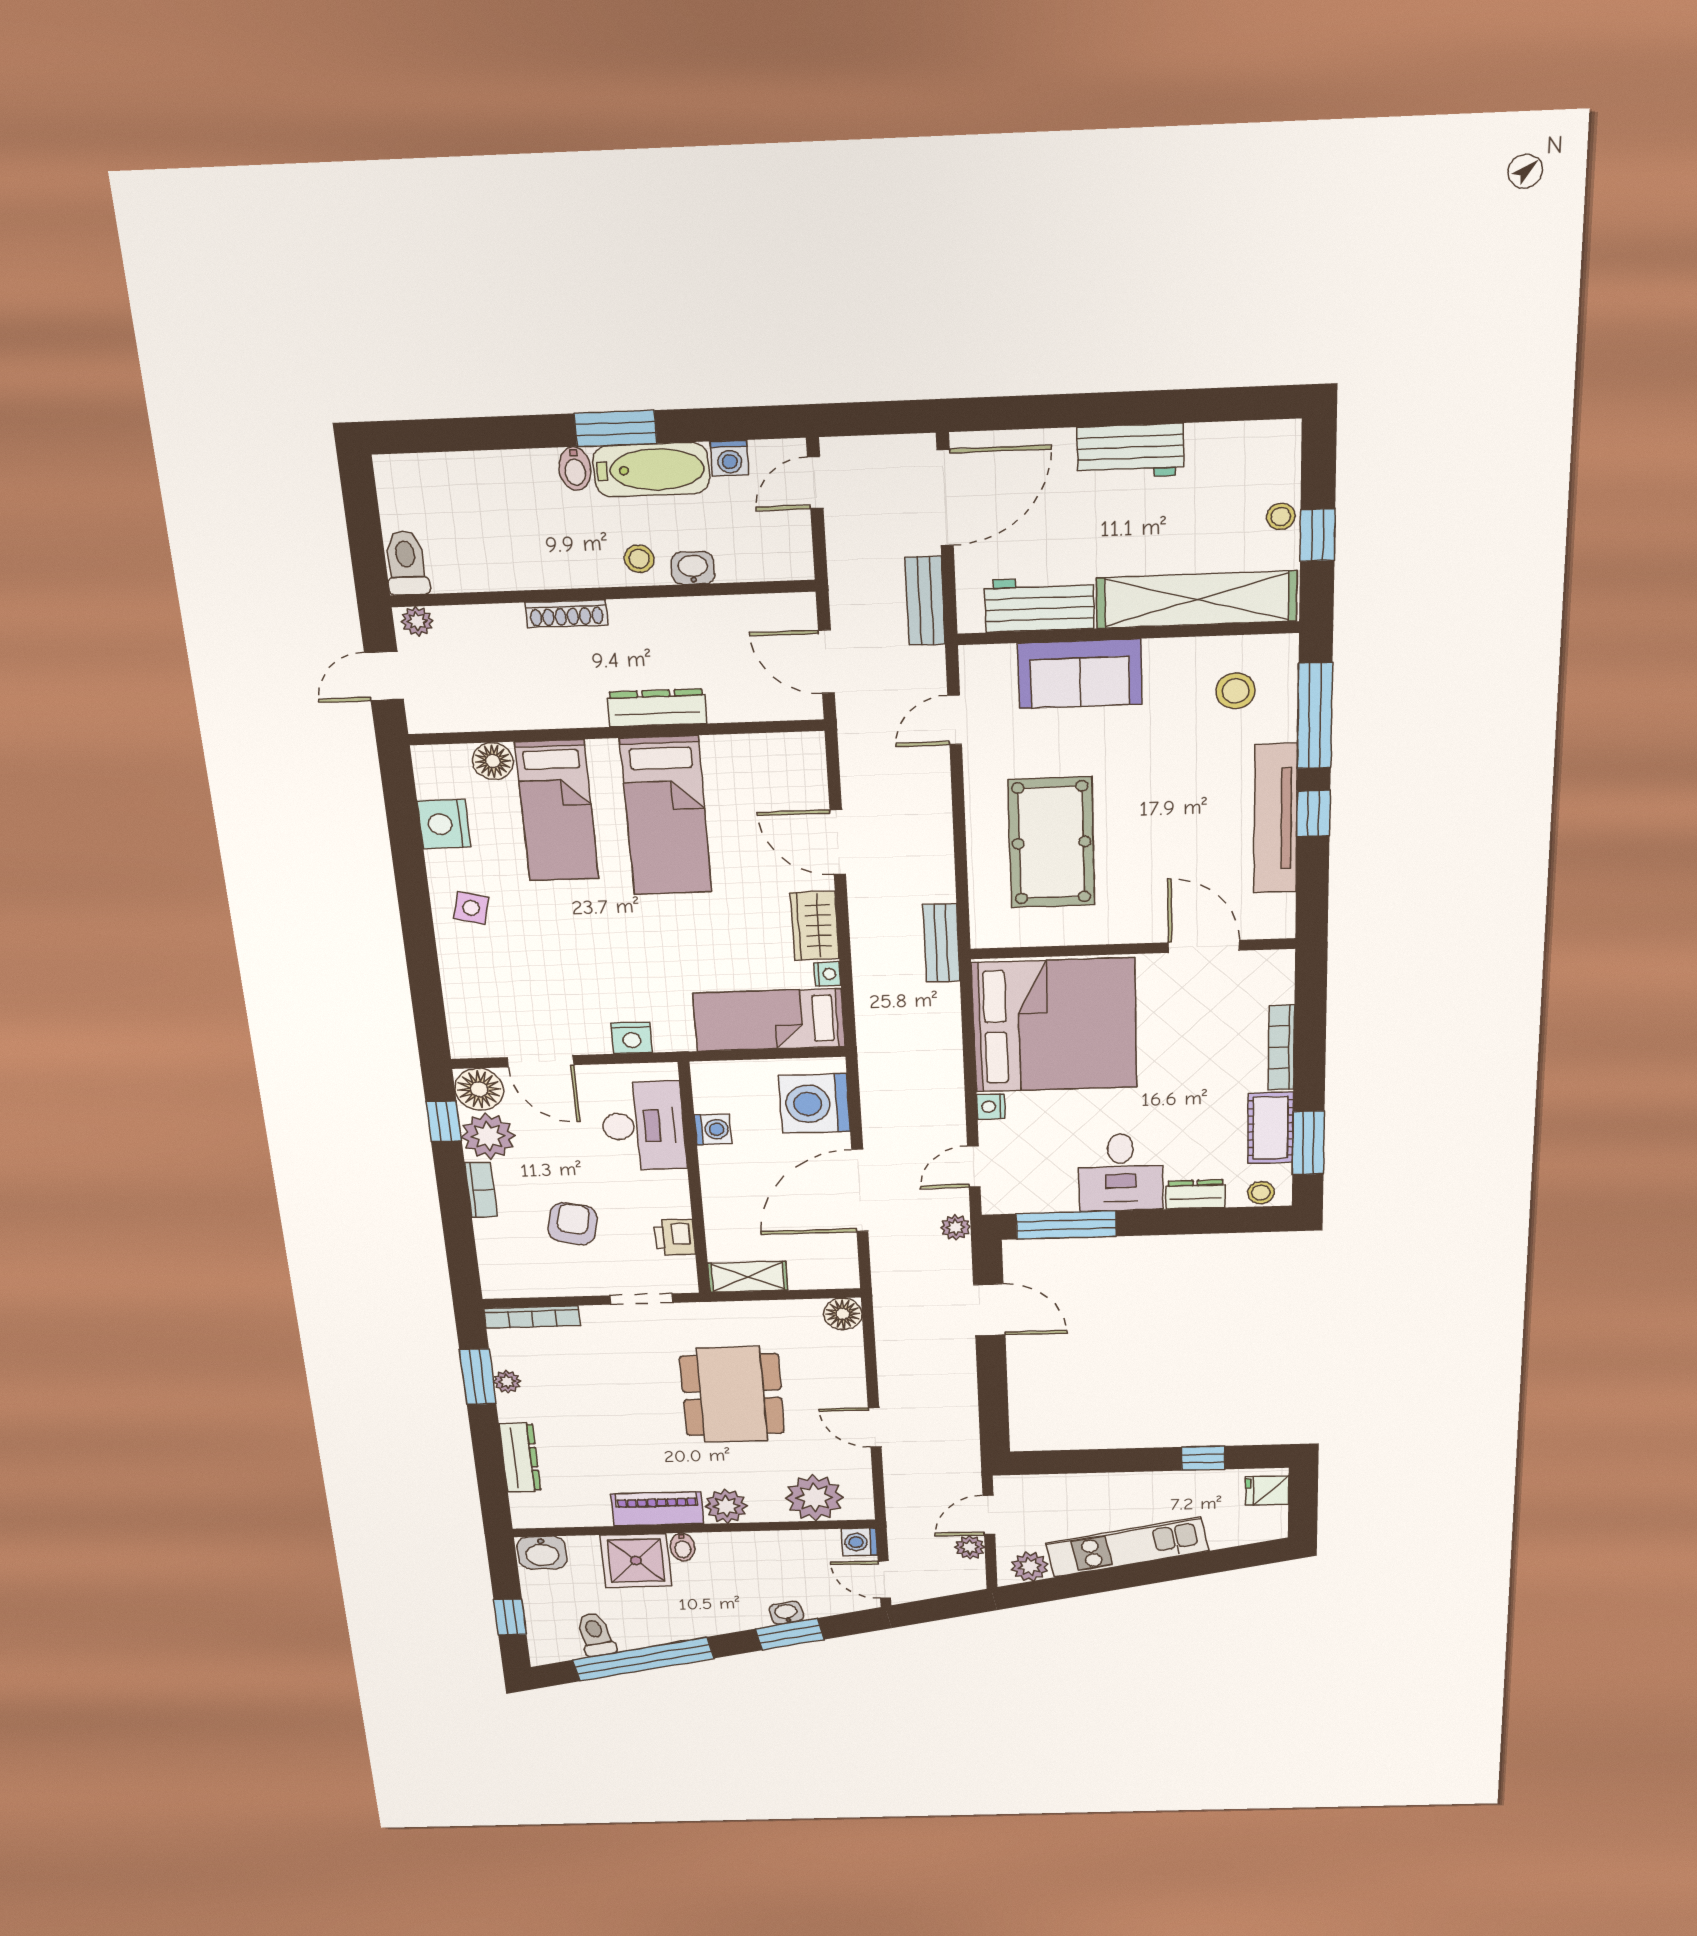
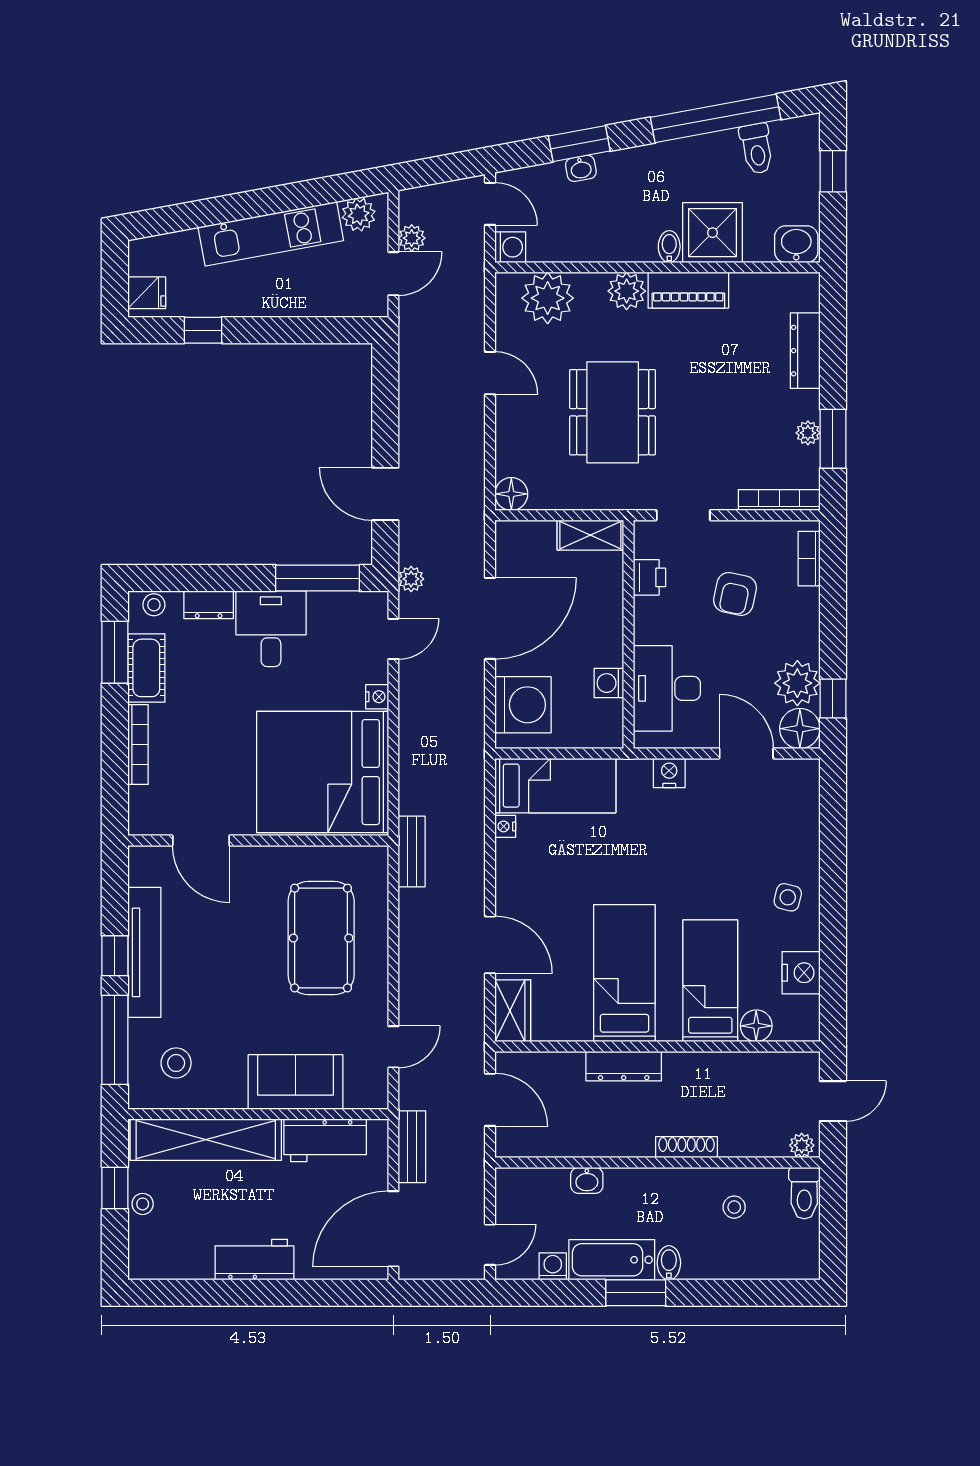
stool: (639, 559) -> (734, 1207), moved
wardrobe: (815, 926) -> (513, 1011), moved
bookcase: (481, 1190) -> (809, 559), moved

